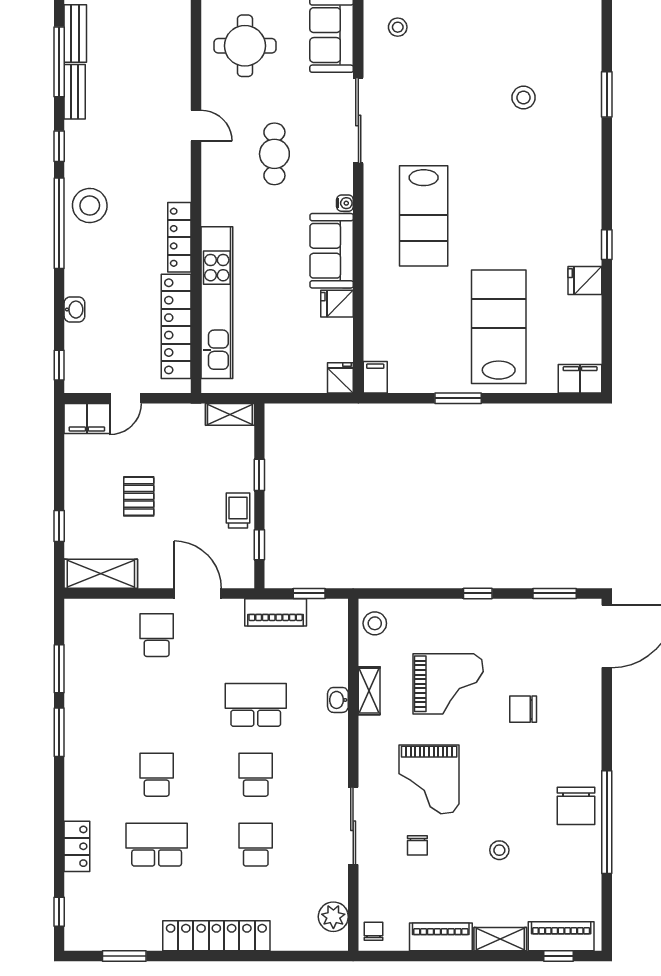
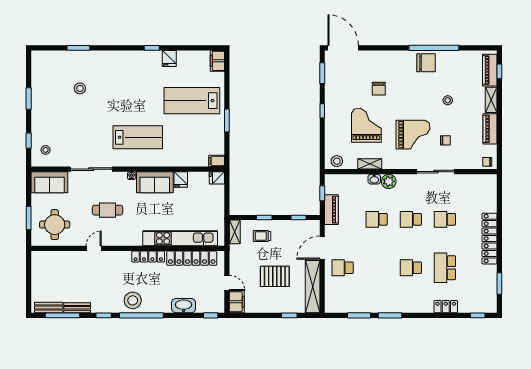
washbasin: (74, 310) -> (184, 306), width x1.91, depth x1.45
pallet: (139, 496) -> (275, 276), width x1.50, depth x1.42
trolley: (238, 510) -> (262, 236), moved
shelving: (101, 574) -> (313, 287), width x1.47
school desk: (256, 705) -> (377, 219), width x0.54
plant: (333, 917) -> (389, 181), moved

